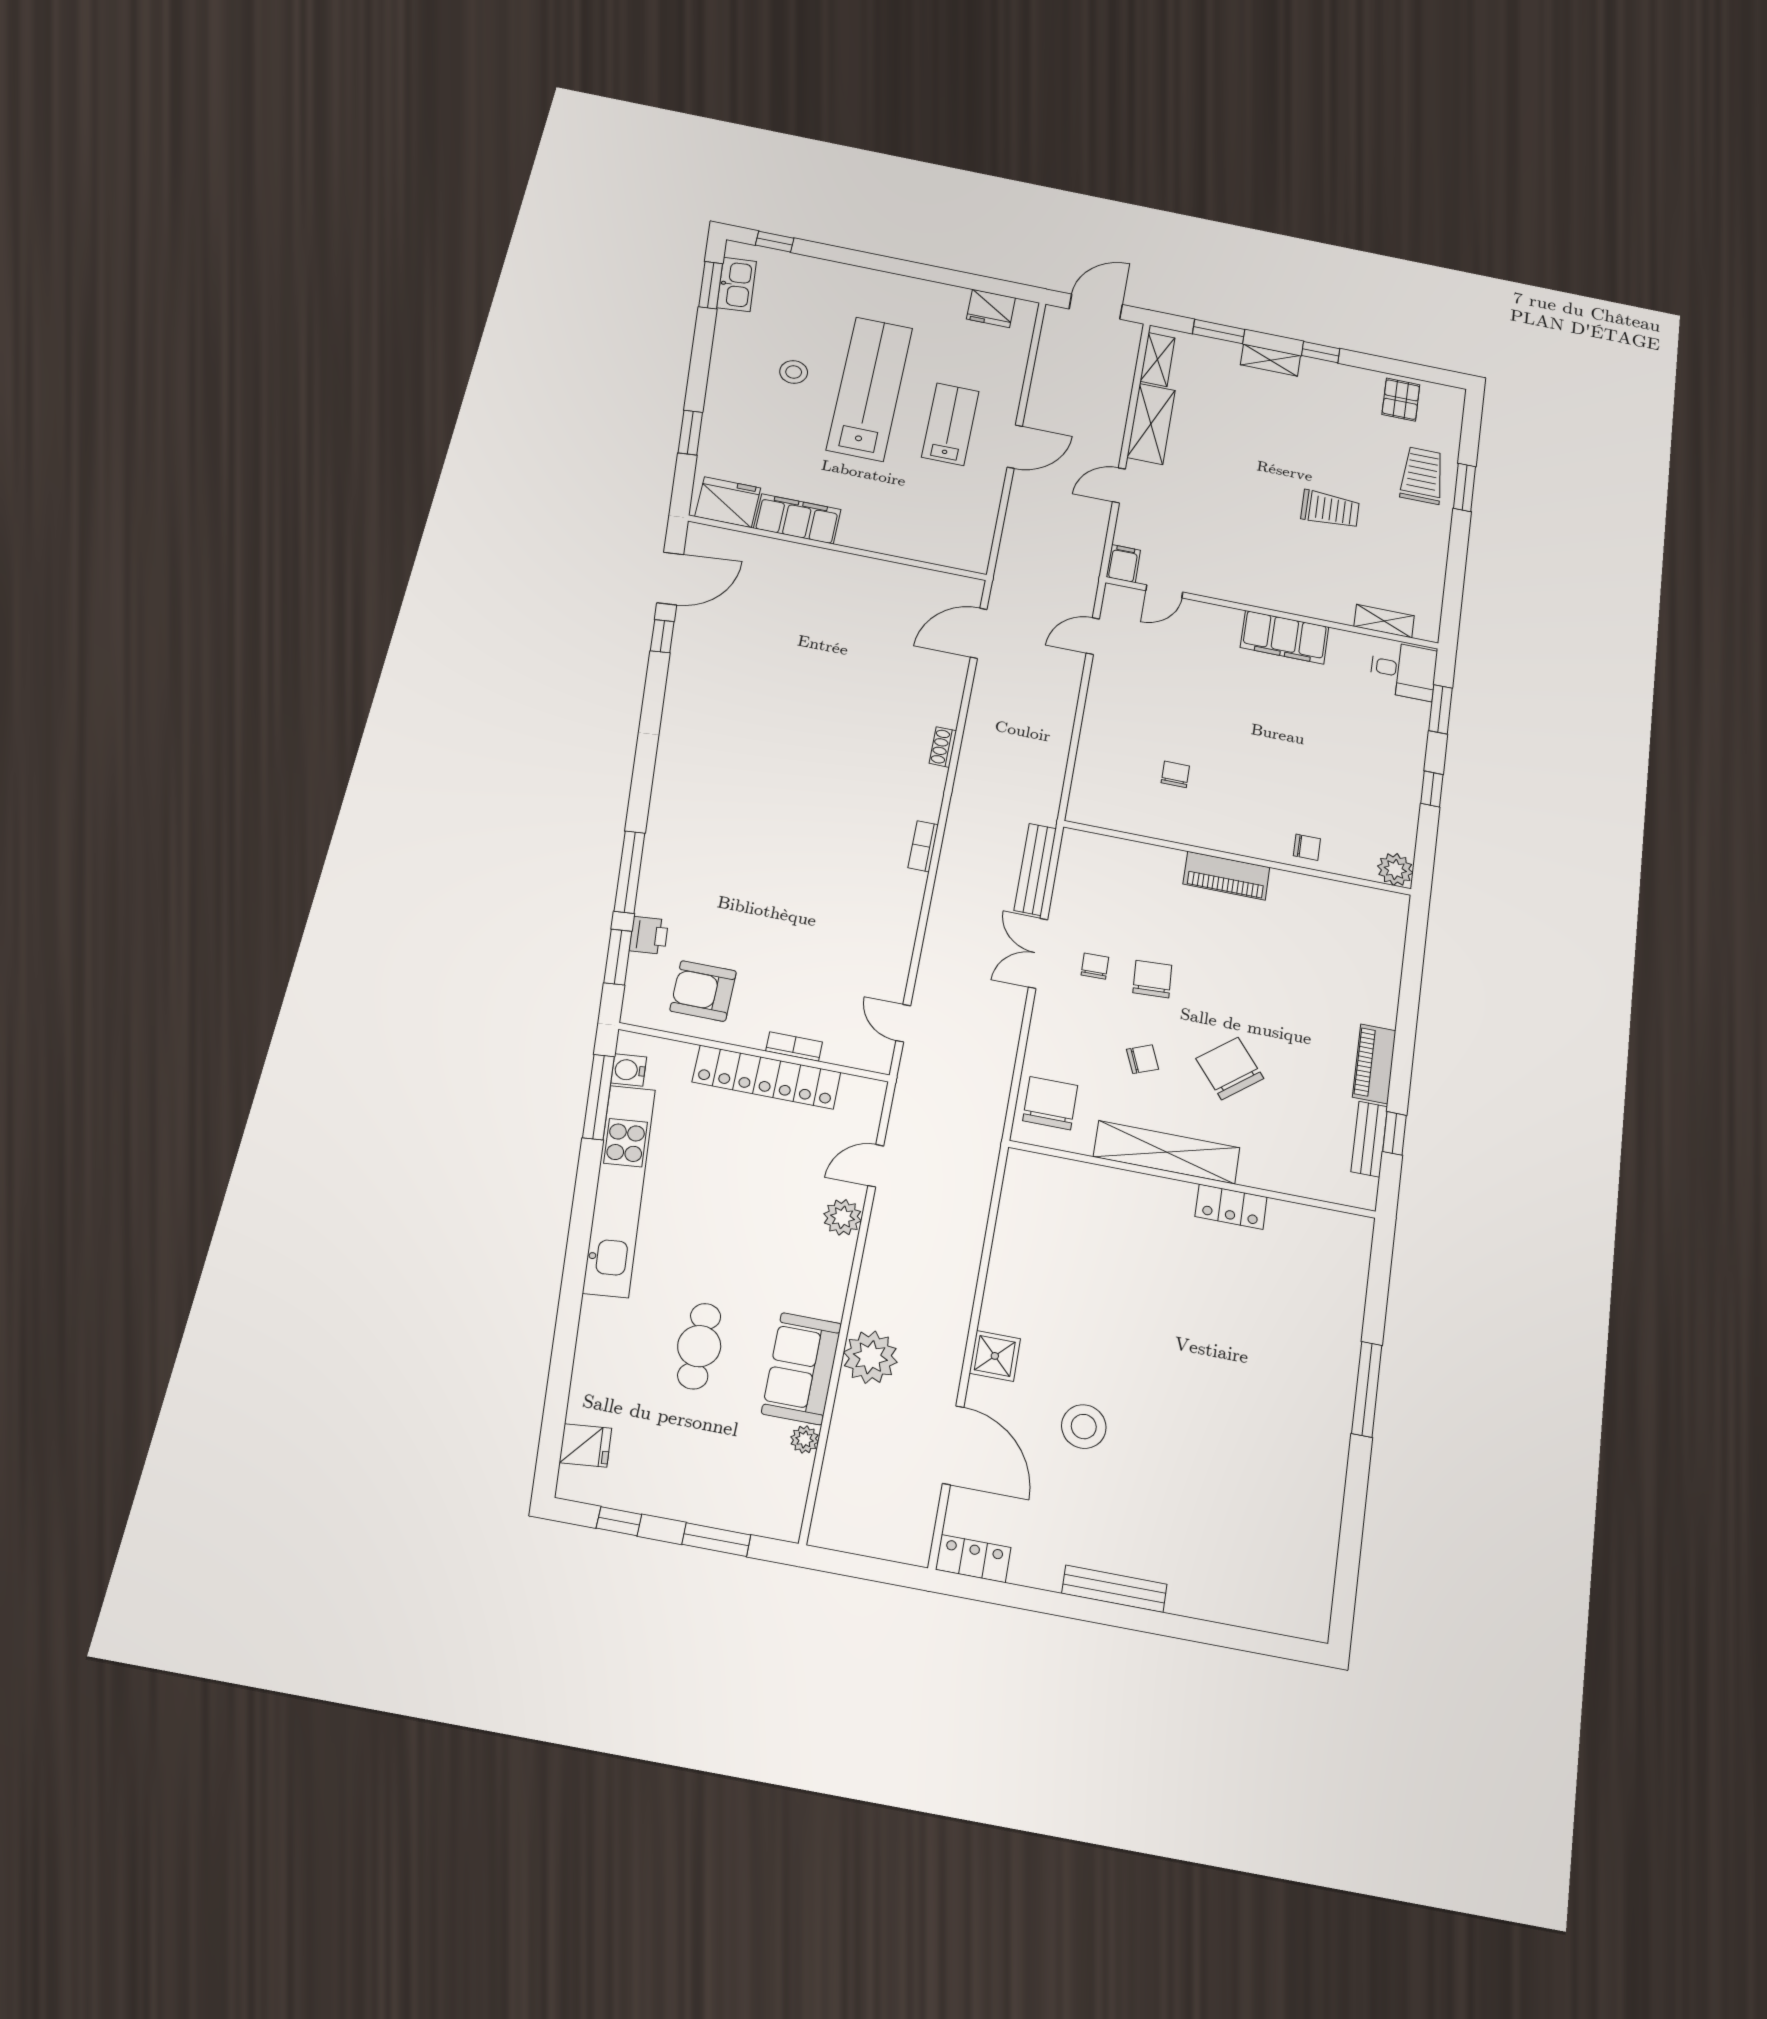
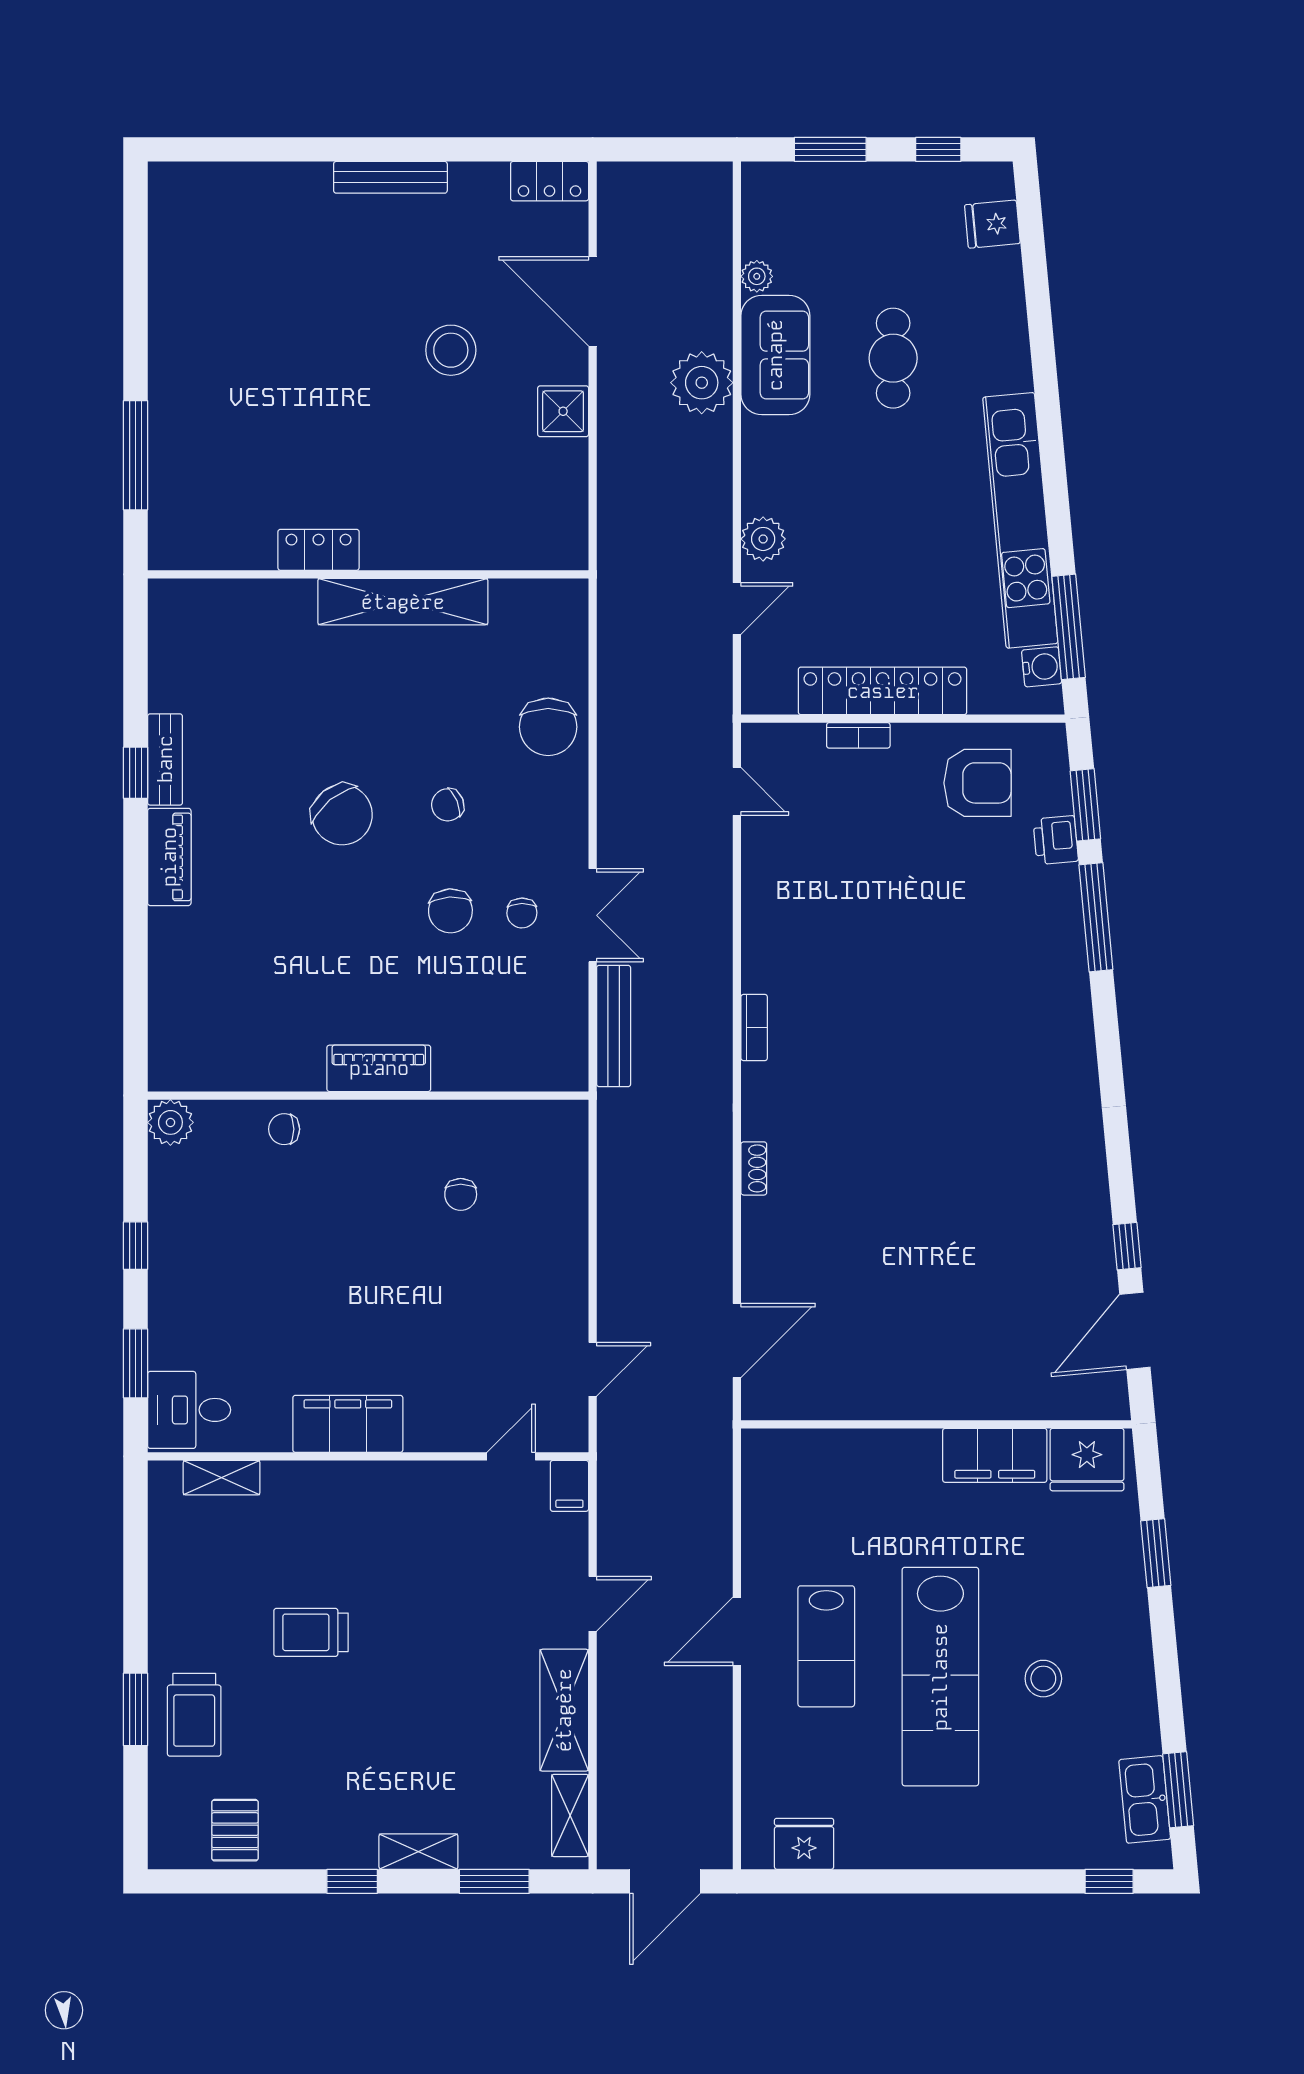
shelving: (1167, 1152) -> (403, 602), moved
wall: (1192, 1179) -> (368, 574), moved
locker: (1231, 1207) -> (318, 550), moved

